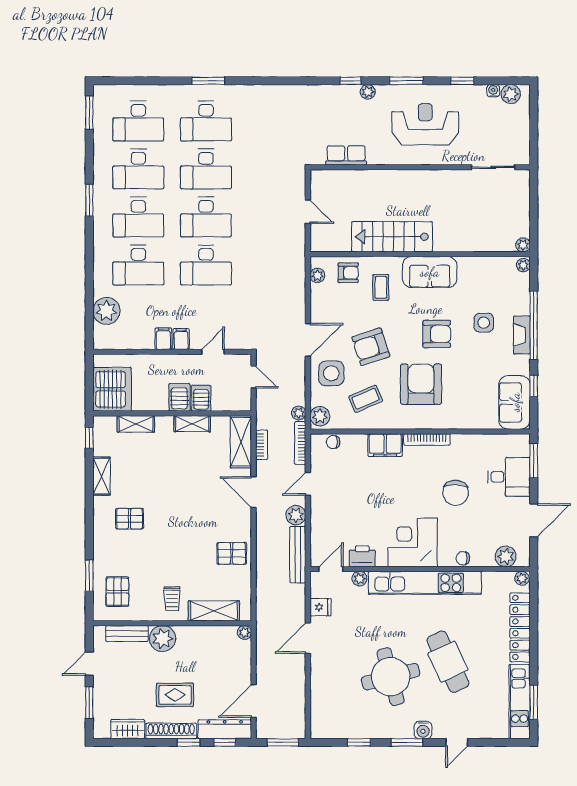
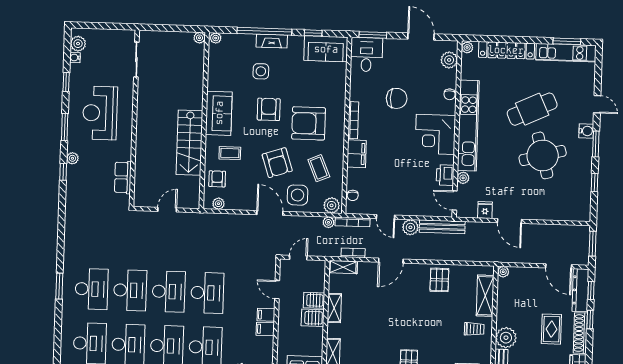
shelving: (241, 442) -> (343, 267), width x0.67, depth x0.75
desk: (509, 477) -> (366, 55), moved

